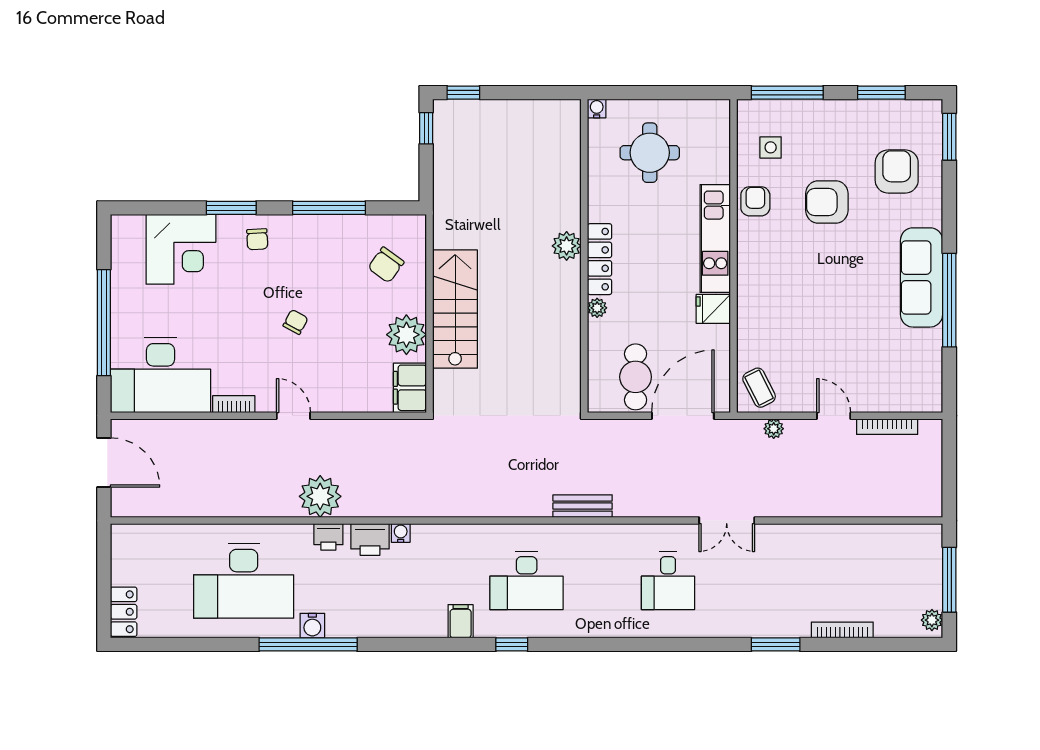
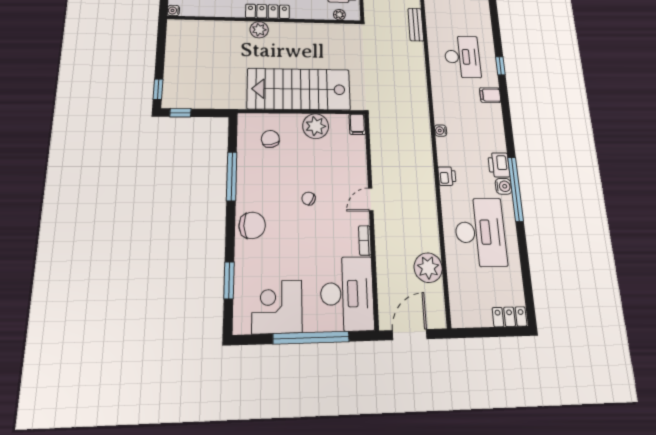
window: (231, 208) -> (229, 280), moved
chair: (257, 239) -> (252, 225), width x1.87, depth x1.87
corner desk: (181, 249) -> (277, 307), moved, turned -90
chair: (386, 265) -> (270, 139), turned -138
plant: (597, 308) -> (339, 15), moved
stairs: (455, 309) -> (299, 89), width x1.36, depth x1.51
filing cabinet: (410, 388) -> (357, 124), width x0.50
plant: (320, 496) -> (428, 268), moved
printer: (370, 539) -> (499, 165), moved, turned 180

